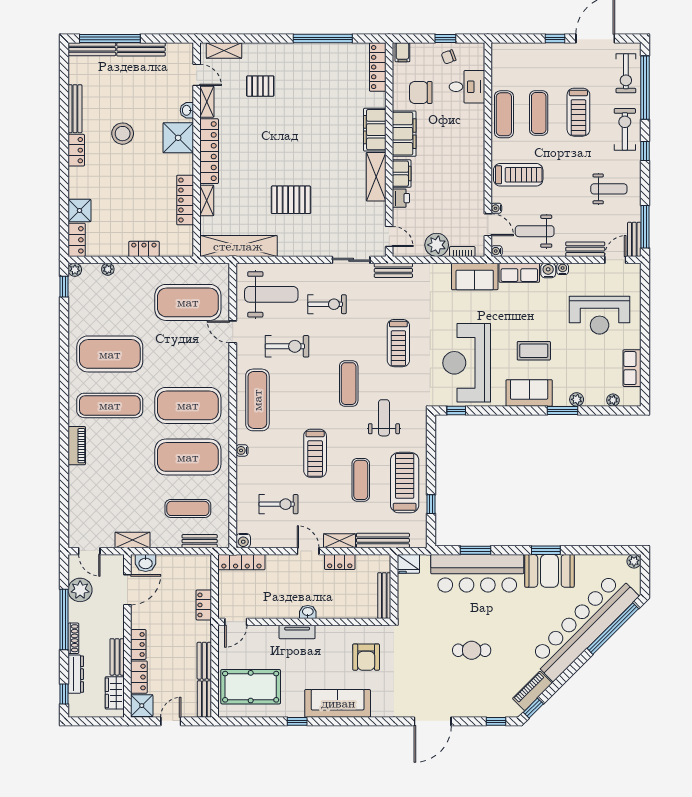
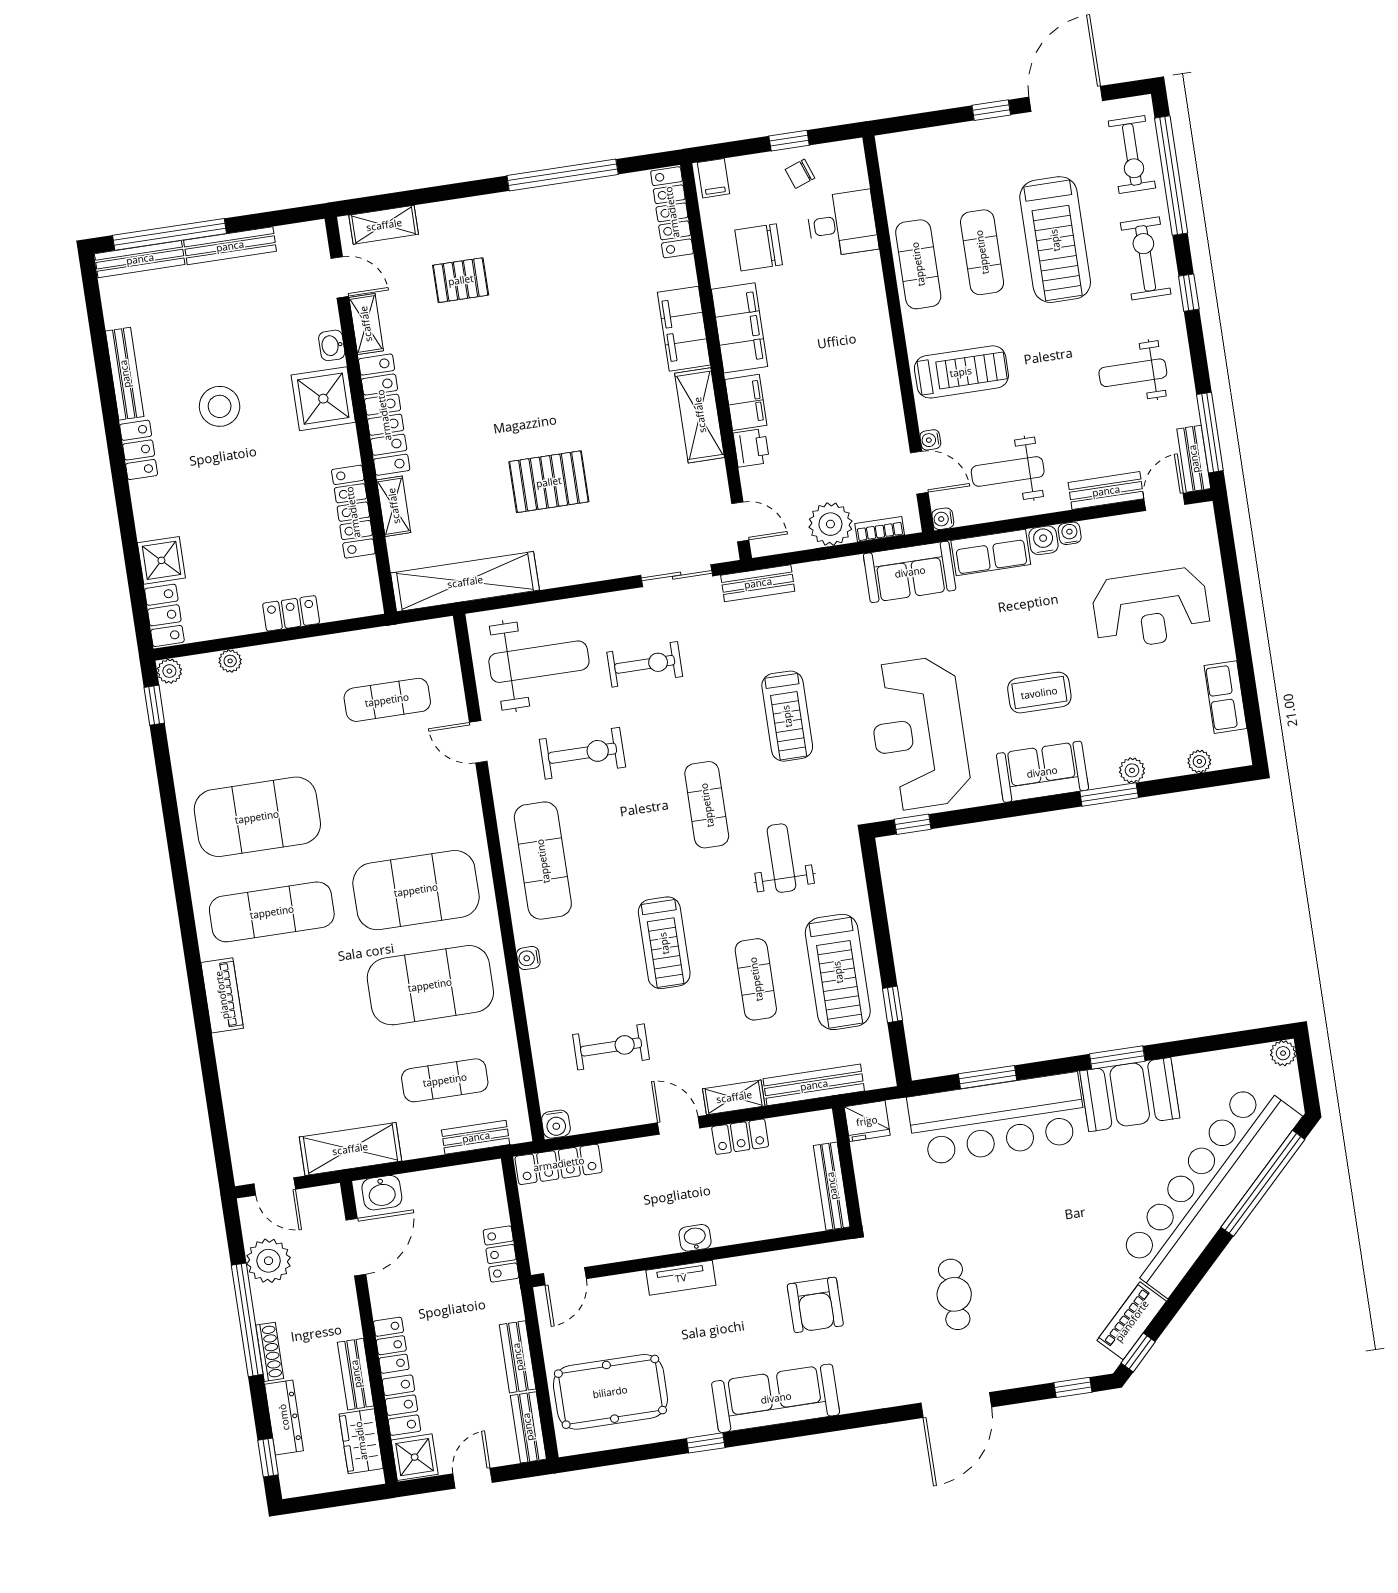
treadmill: (578, 112) -> (1055, 240), width x1.37, depth x1.38
weight bench: (609, 189) -> (1133, 373), turned 180
exercise mat: (188, 302) -> (387, 700), width x0.50, depth x0.69
treadmill: (405, 483) -> (838, 972), turned 180
shelving: (132, 540) -> (350, 1149), width x1.50, depth x1.33
cafe table: (472, 650) -> (954, 1294), moved, turned 90

